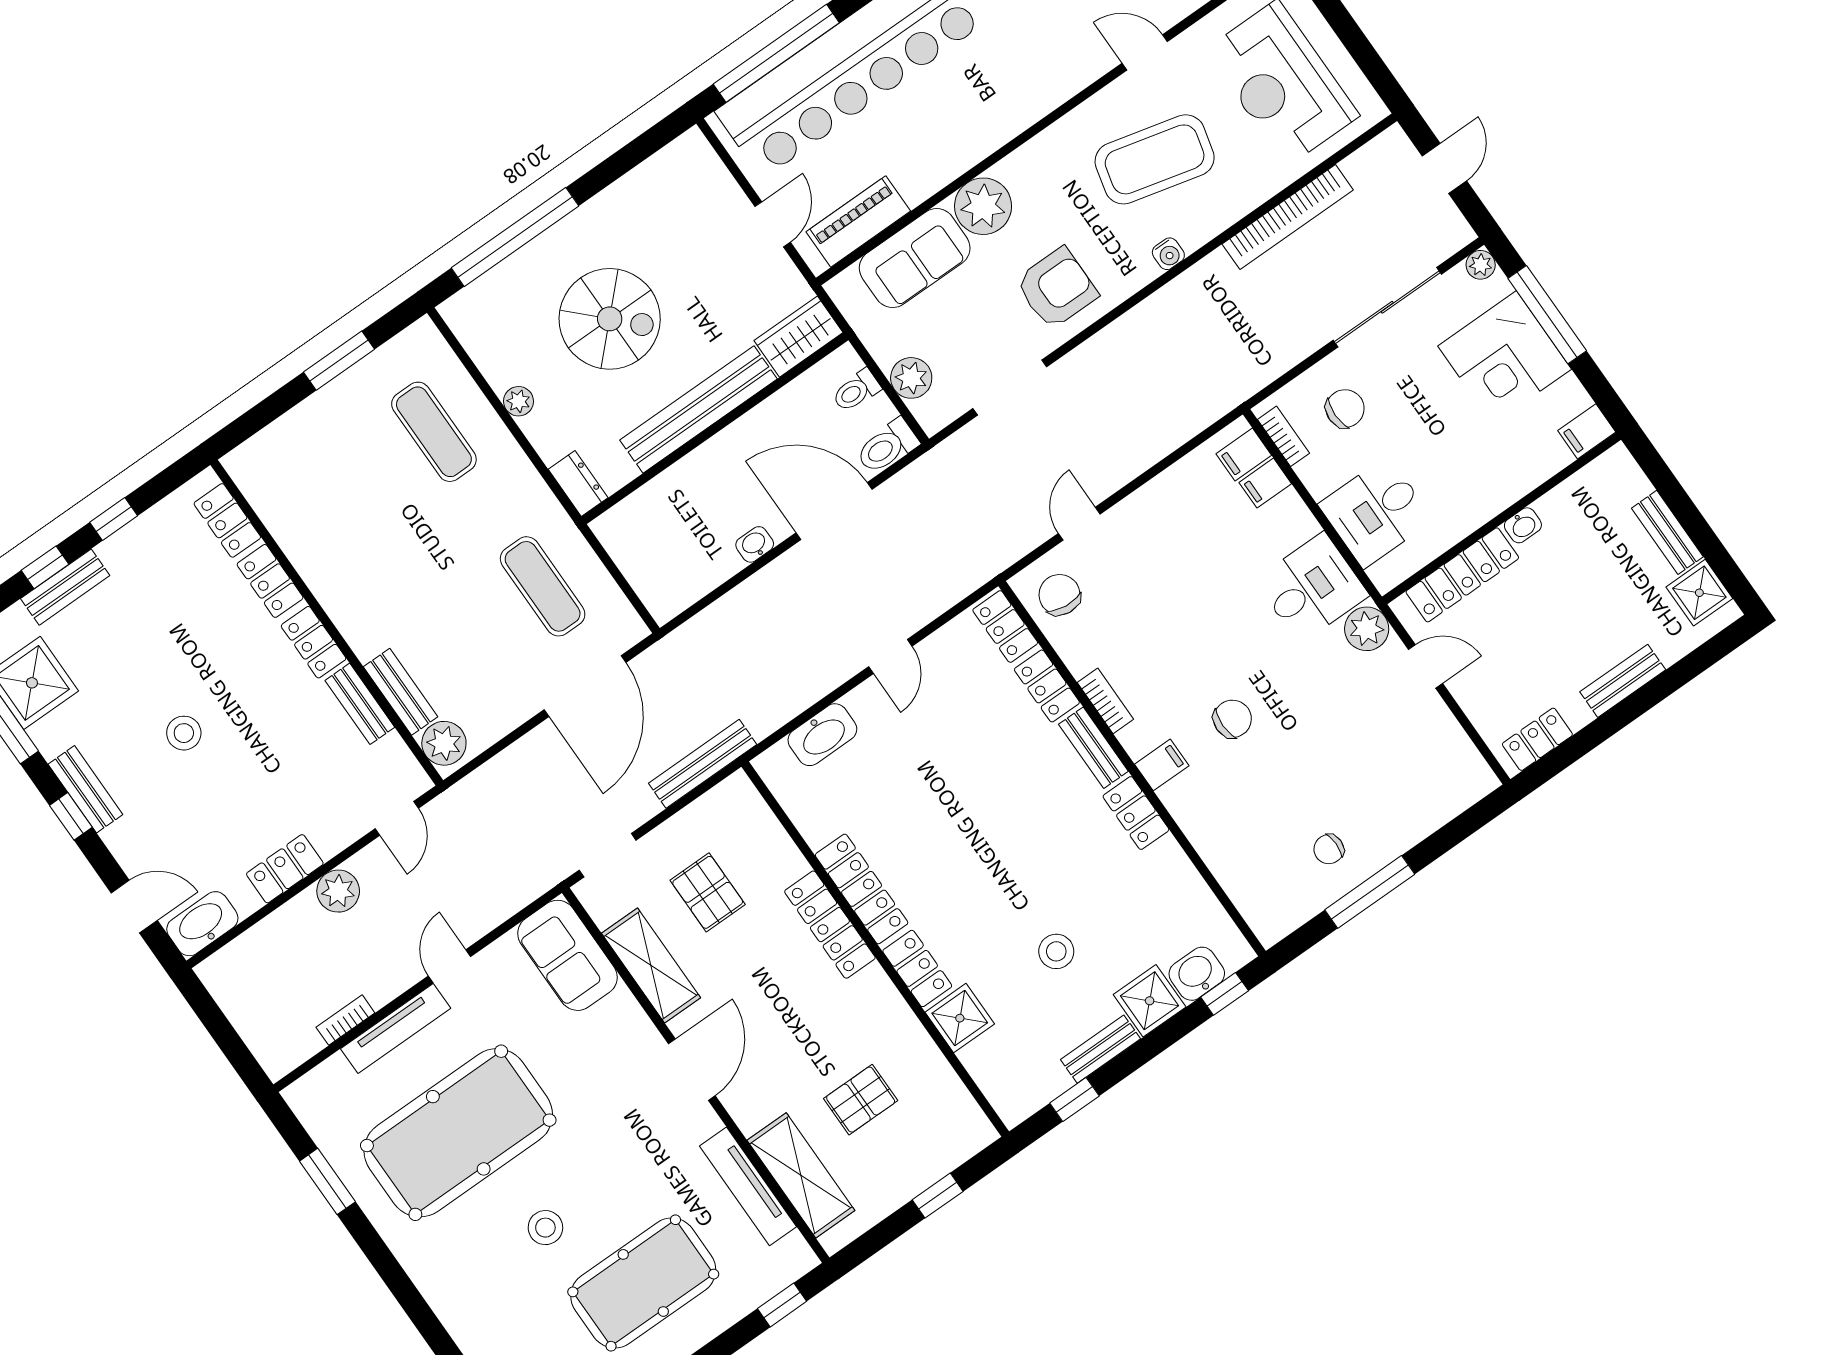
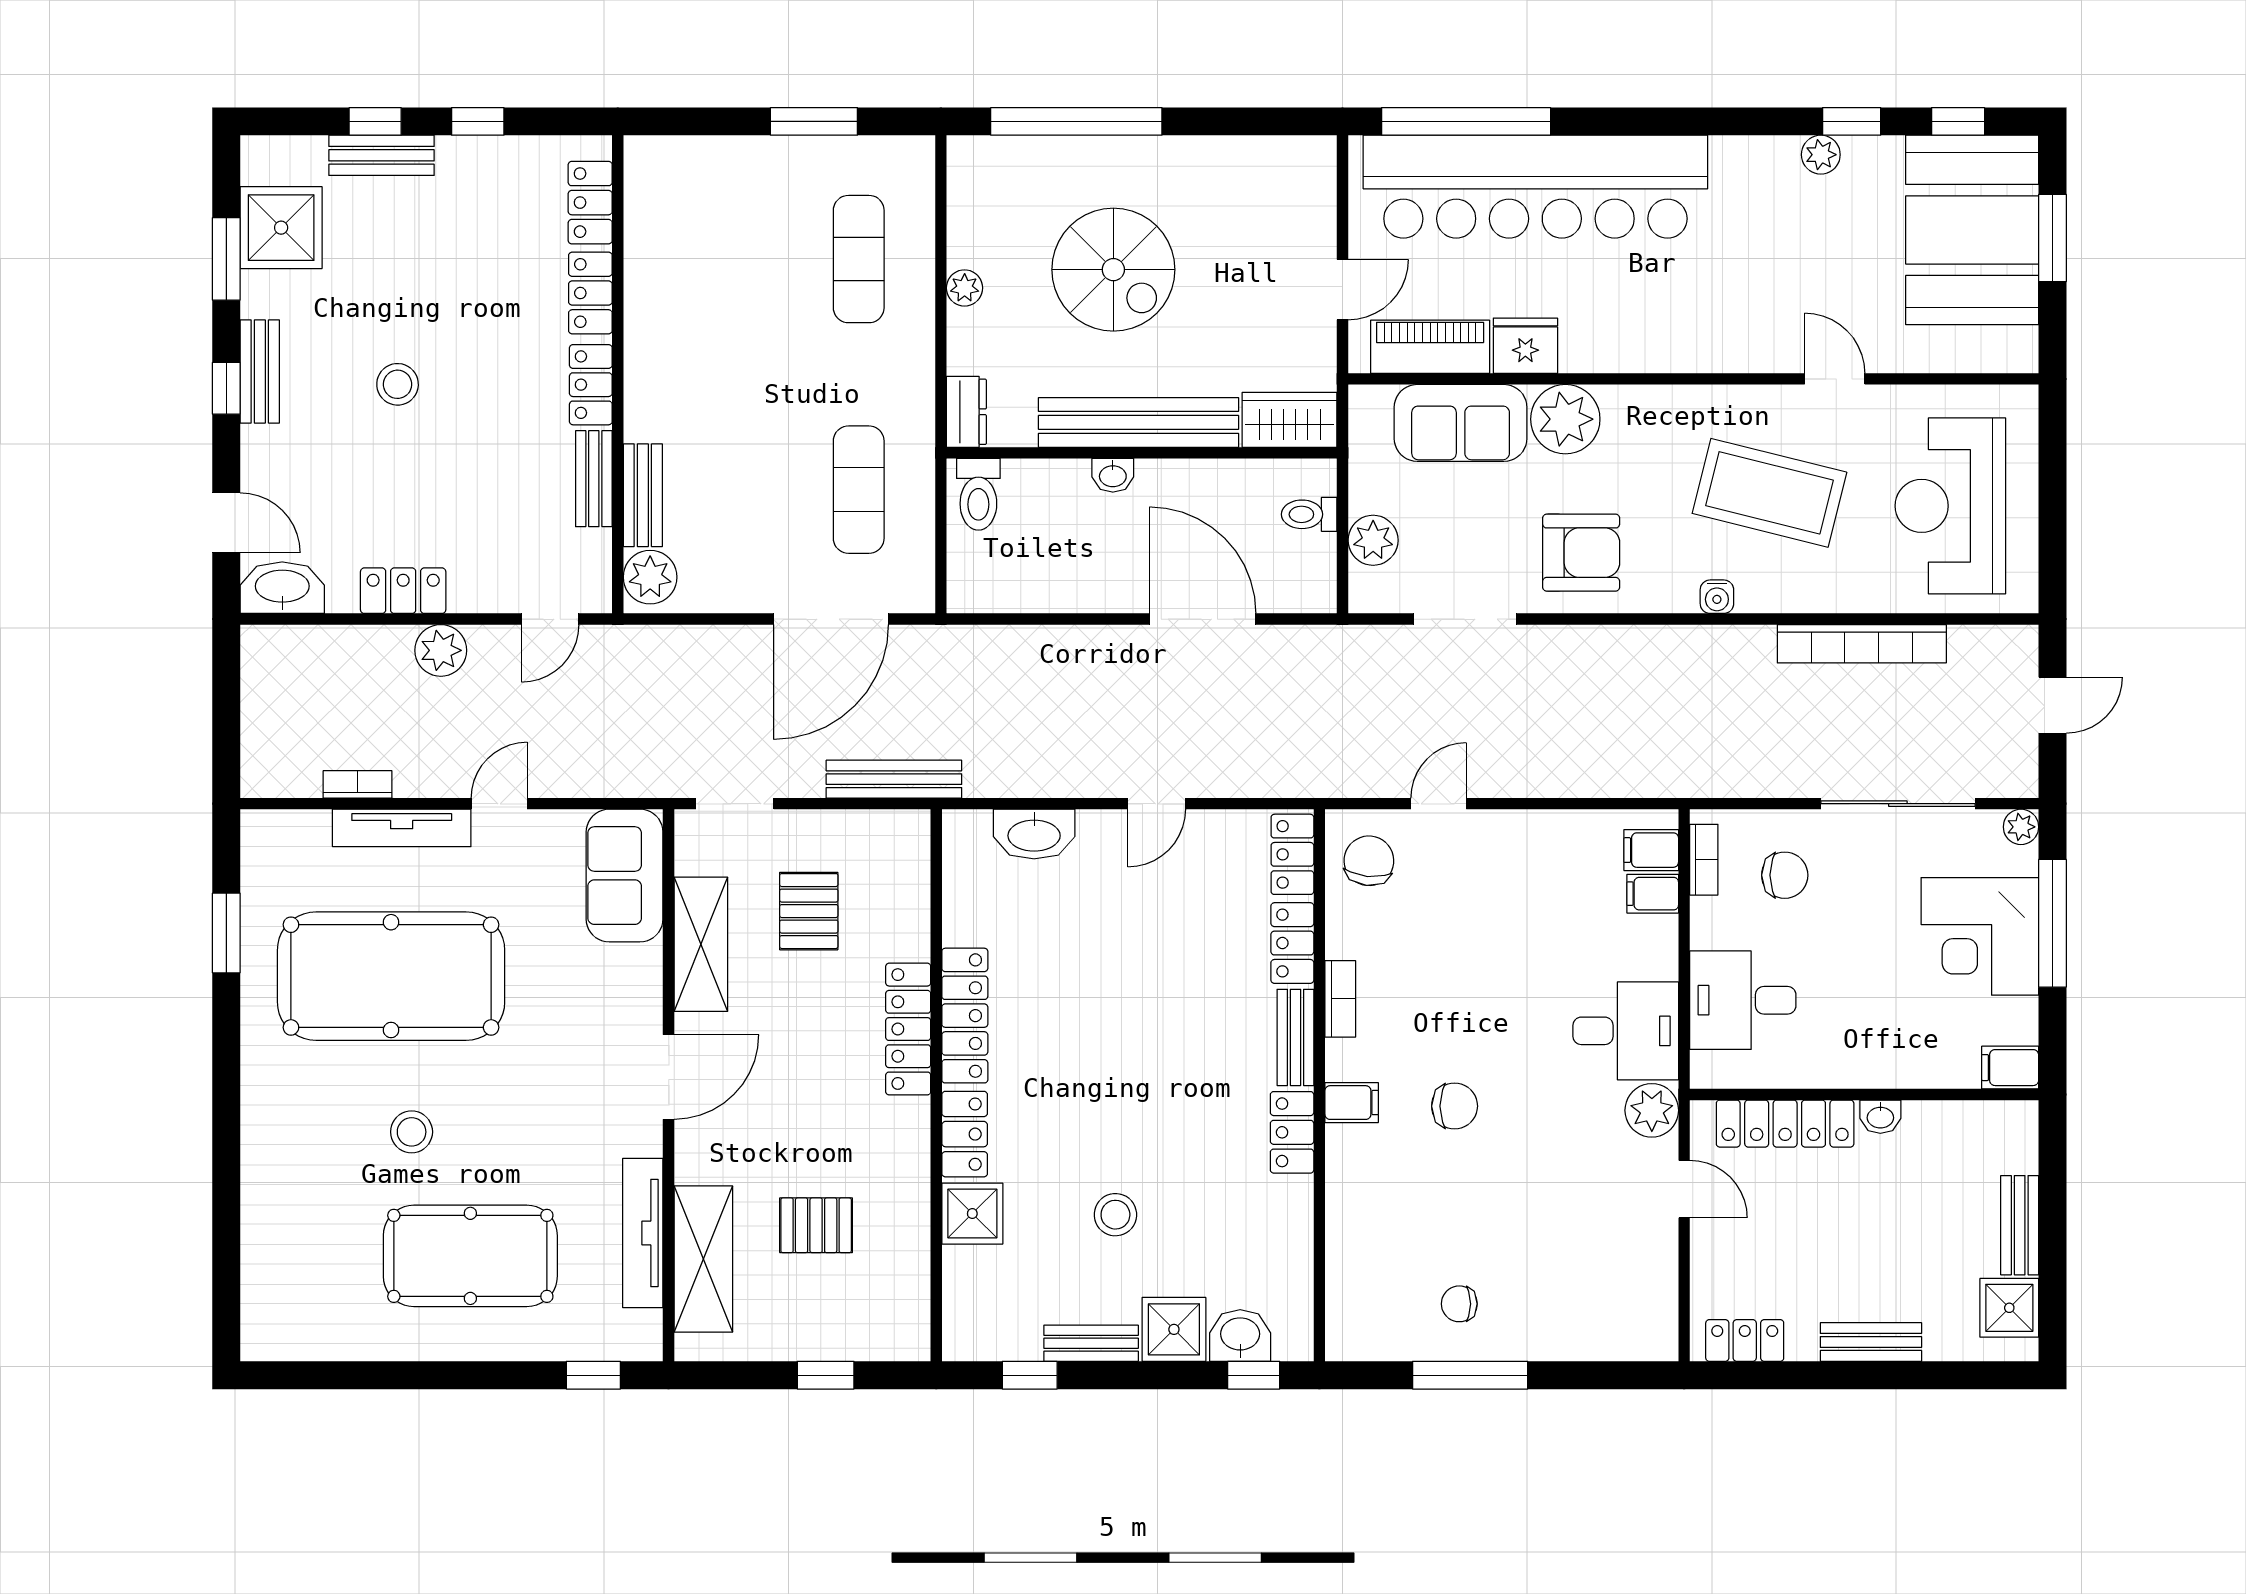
fridge: (922, 176) -> (1525, 346), added
toilet: (887, 446) -> (978, 494), moved, turned -90
washbasin: (755, 544) -> (1113, 475), moved, turned 180

